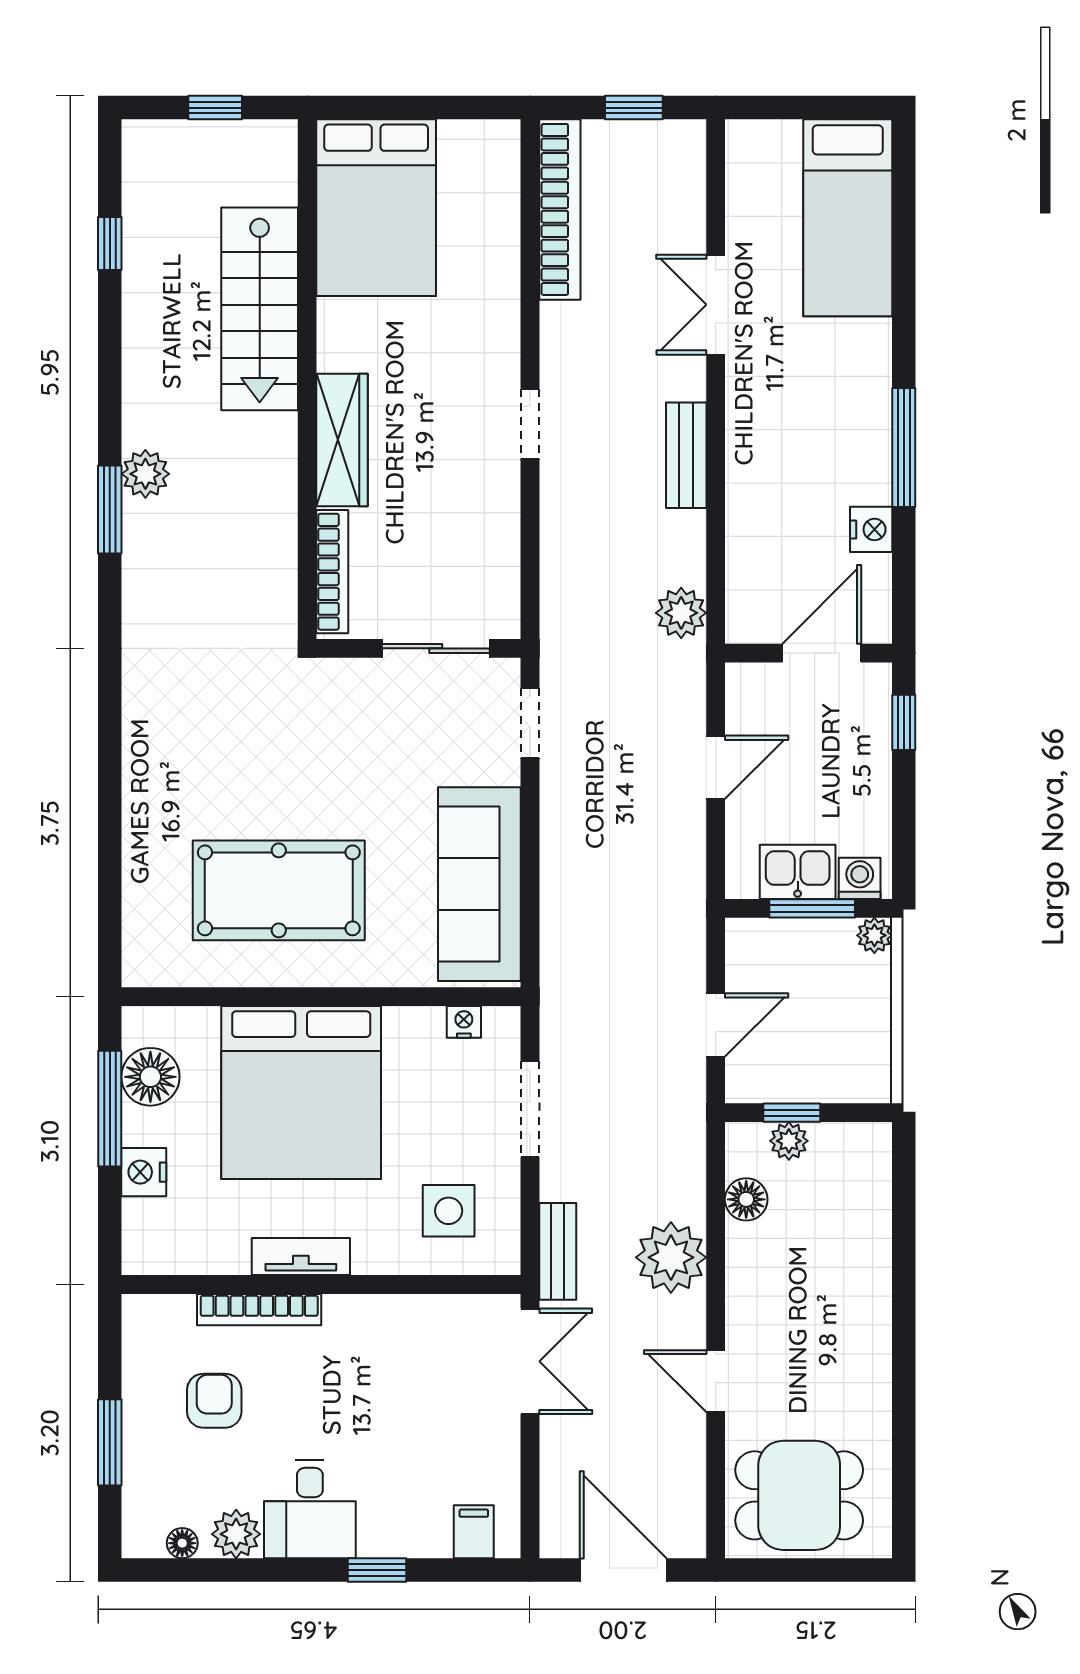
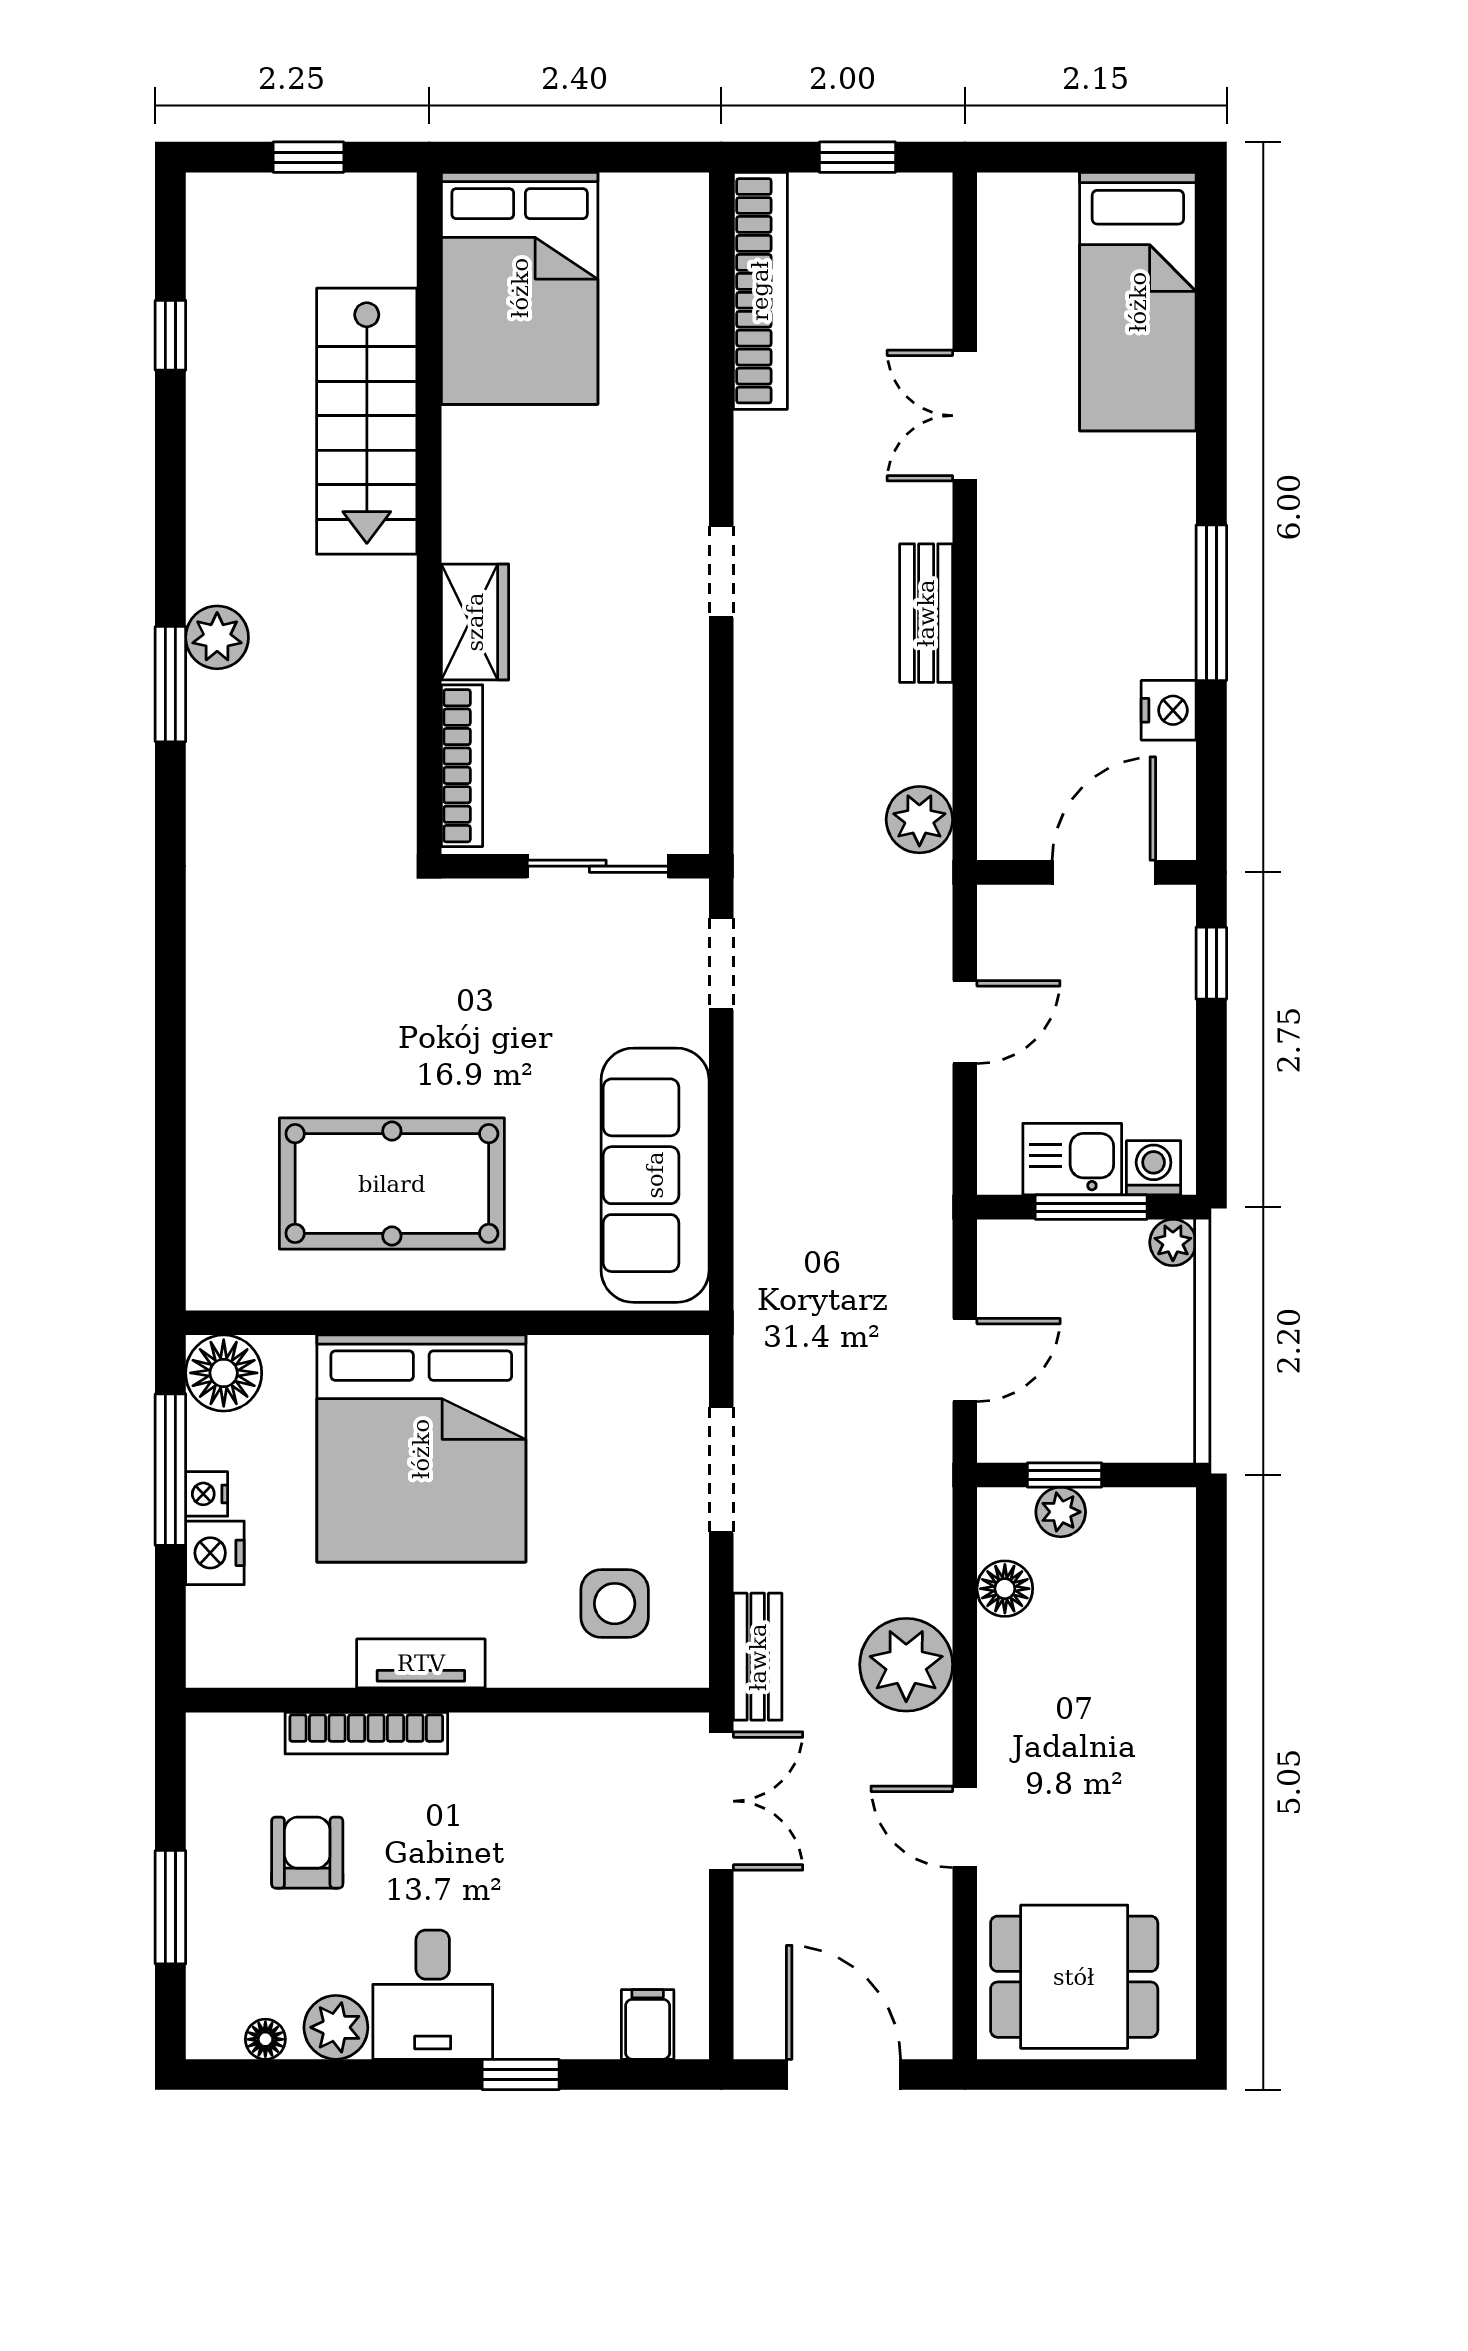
wardrobe: (342, 440) -> (475, 622), width x0.67
nightstand: (464, 1022) -> (207, 1494), moved, turned -90
floor lamp: (150, 1077) -> (224, 1373), moved

